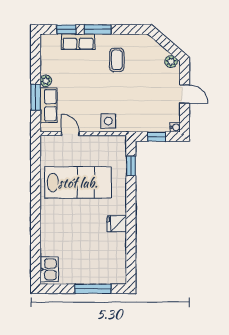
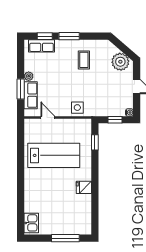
row of seats: (78, 42) -> (42, 46), moved
plant: (171, 62) -> (120, 62), width x1.87, depth x1.87

